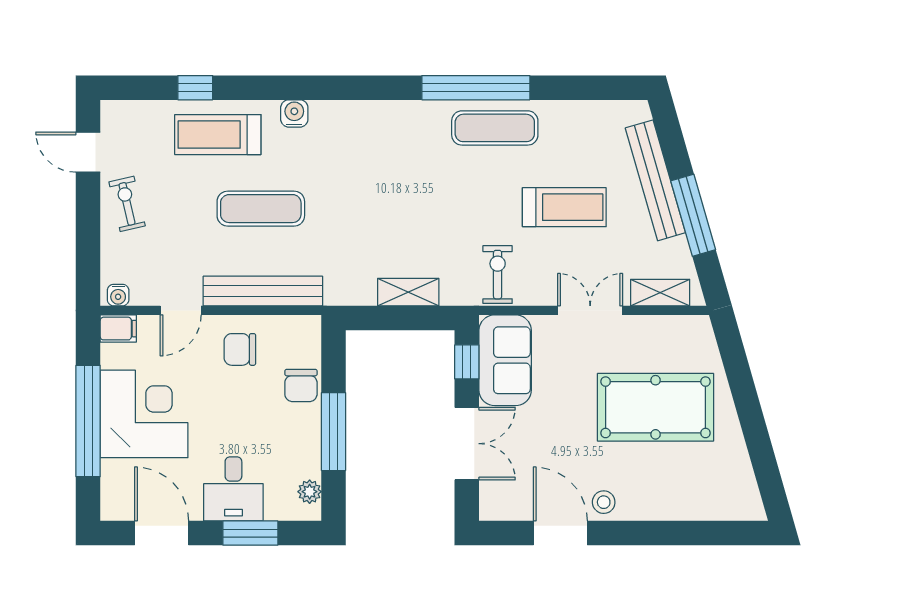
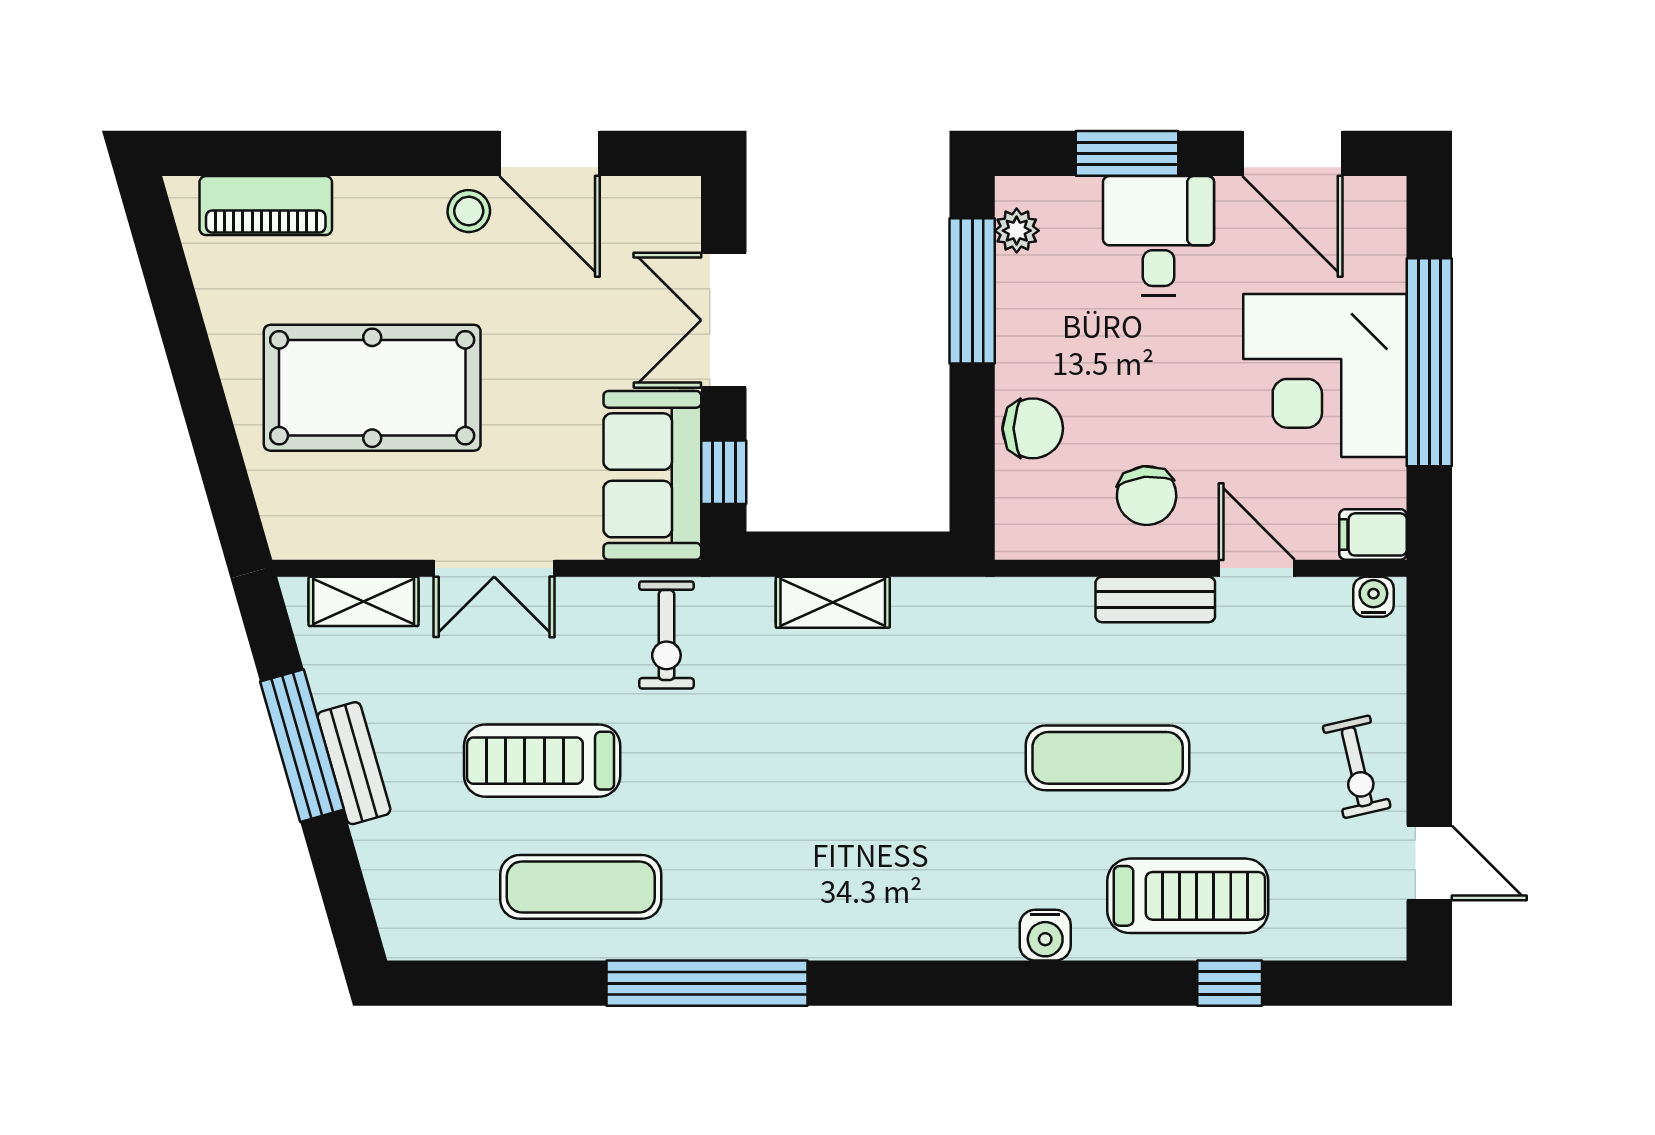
exercise mat: (495, 128) -> (581, 887), moved
bench: (655, 180) -> (354, 763), width x0.54, depth x0.82
bench: (263, 291) -> (1155, 599), width x0.54, depth x0.82
door: (181, 310) -> (1257, 568), hinge flipped
chair: (240, 349) -> (1147, 496), turned 84
chair: (301, 385) -> (1033, 428), turned 90
window: (334, 432) -> (972, 291), moved
piano: (713, 505) -> (266, 206), added

